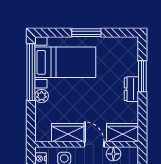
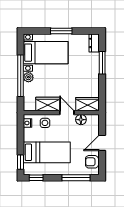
window: (31, 72) -> (21, 76), moved
dresser: (131, 89) -> (94, 43), moved

